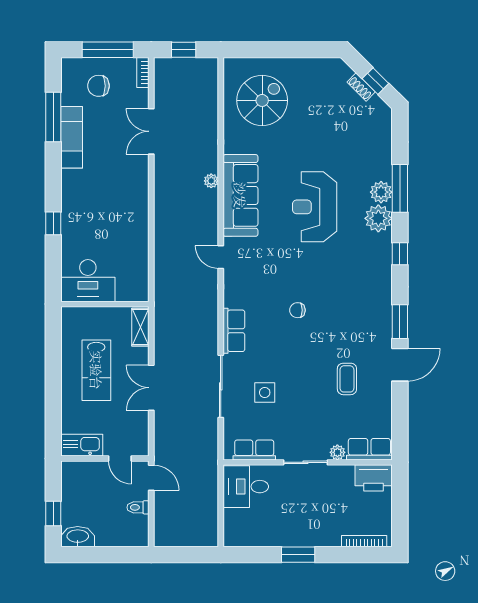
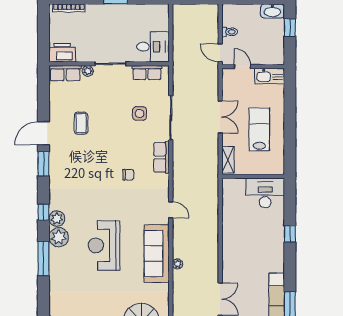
plant: (381, 192) -> (57, 219), moved
reception desk: (315, 207) -> (104, 245), turned 180
chair: (297, 310) -> (128, 175), moved

